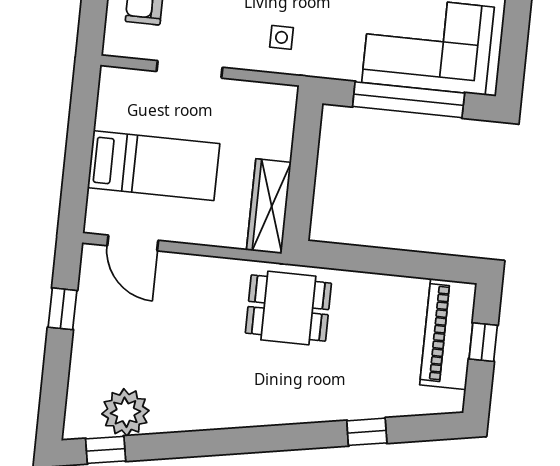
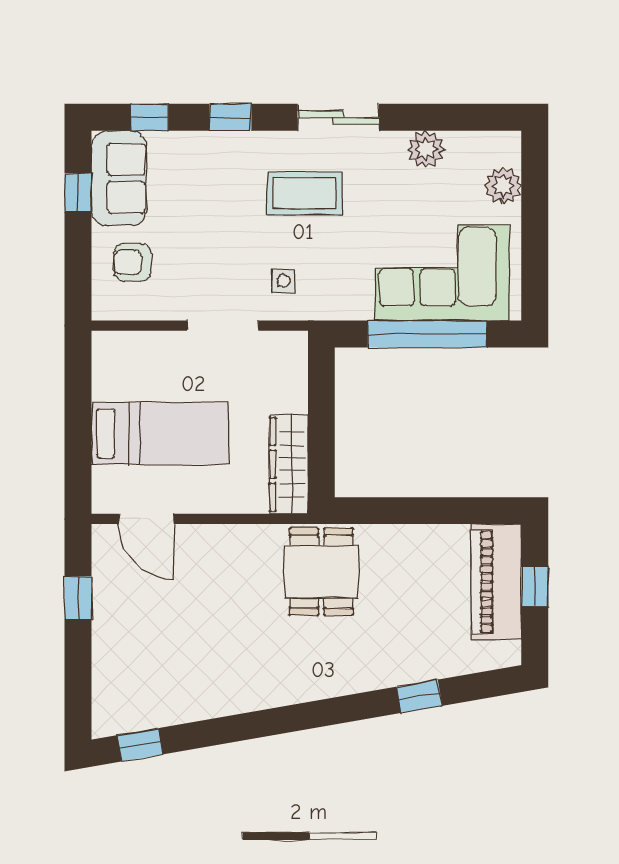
doorway: (189, 69) -> (223, 326), moved
dining table: (288, 308) -> (321, 572), turned 90
plant: (125, 412) -> (157, 702), removed

